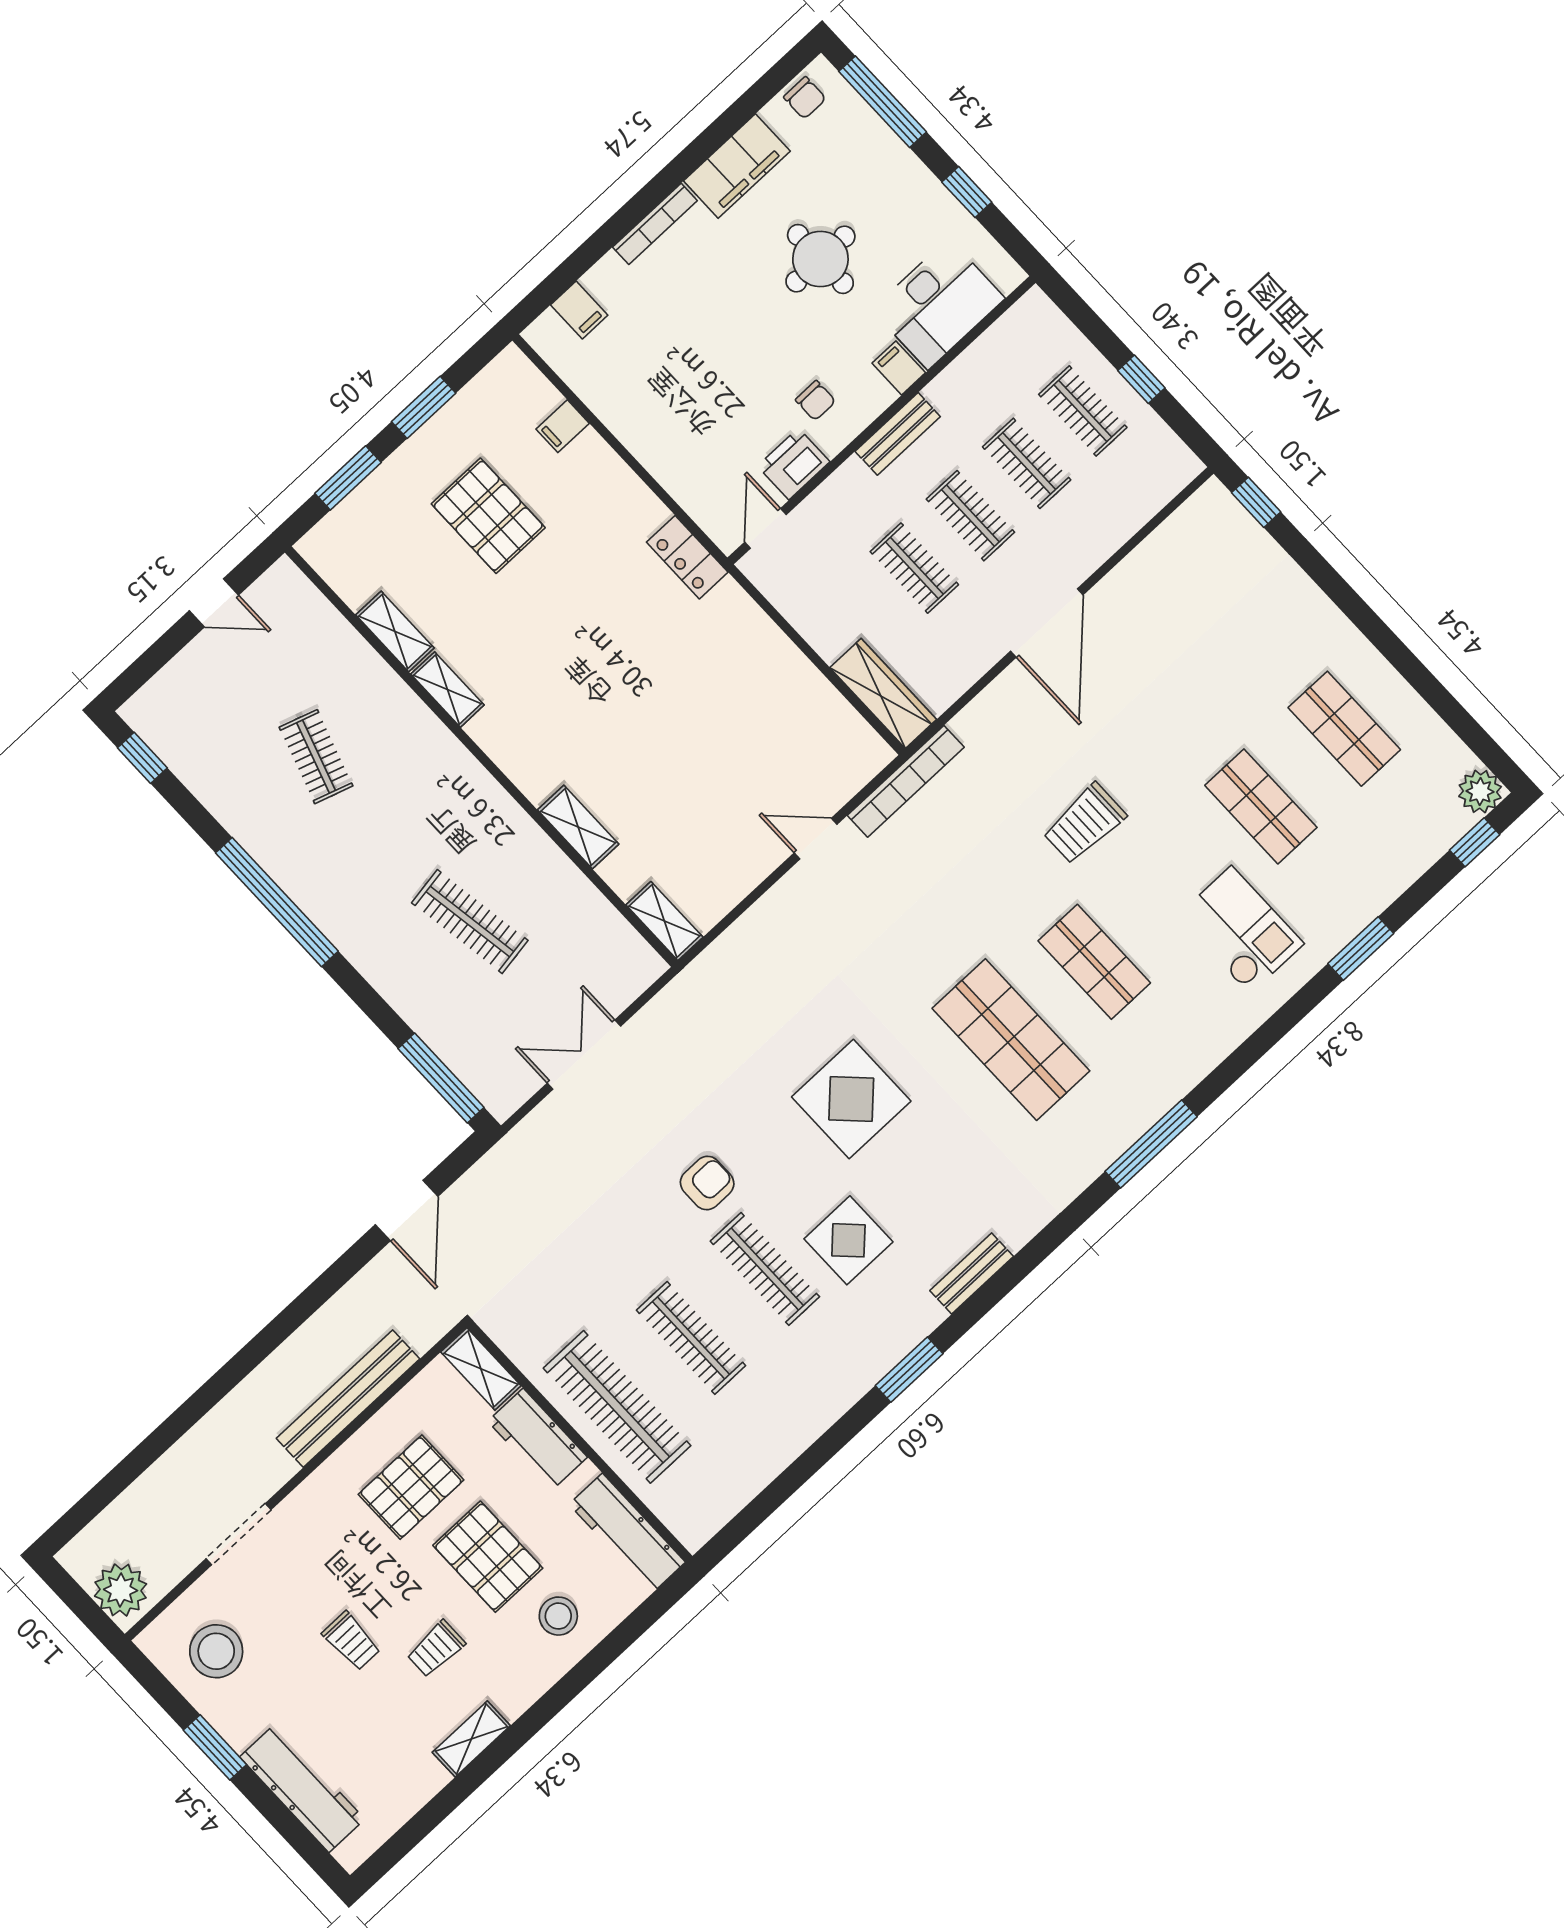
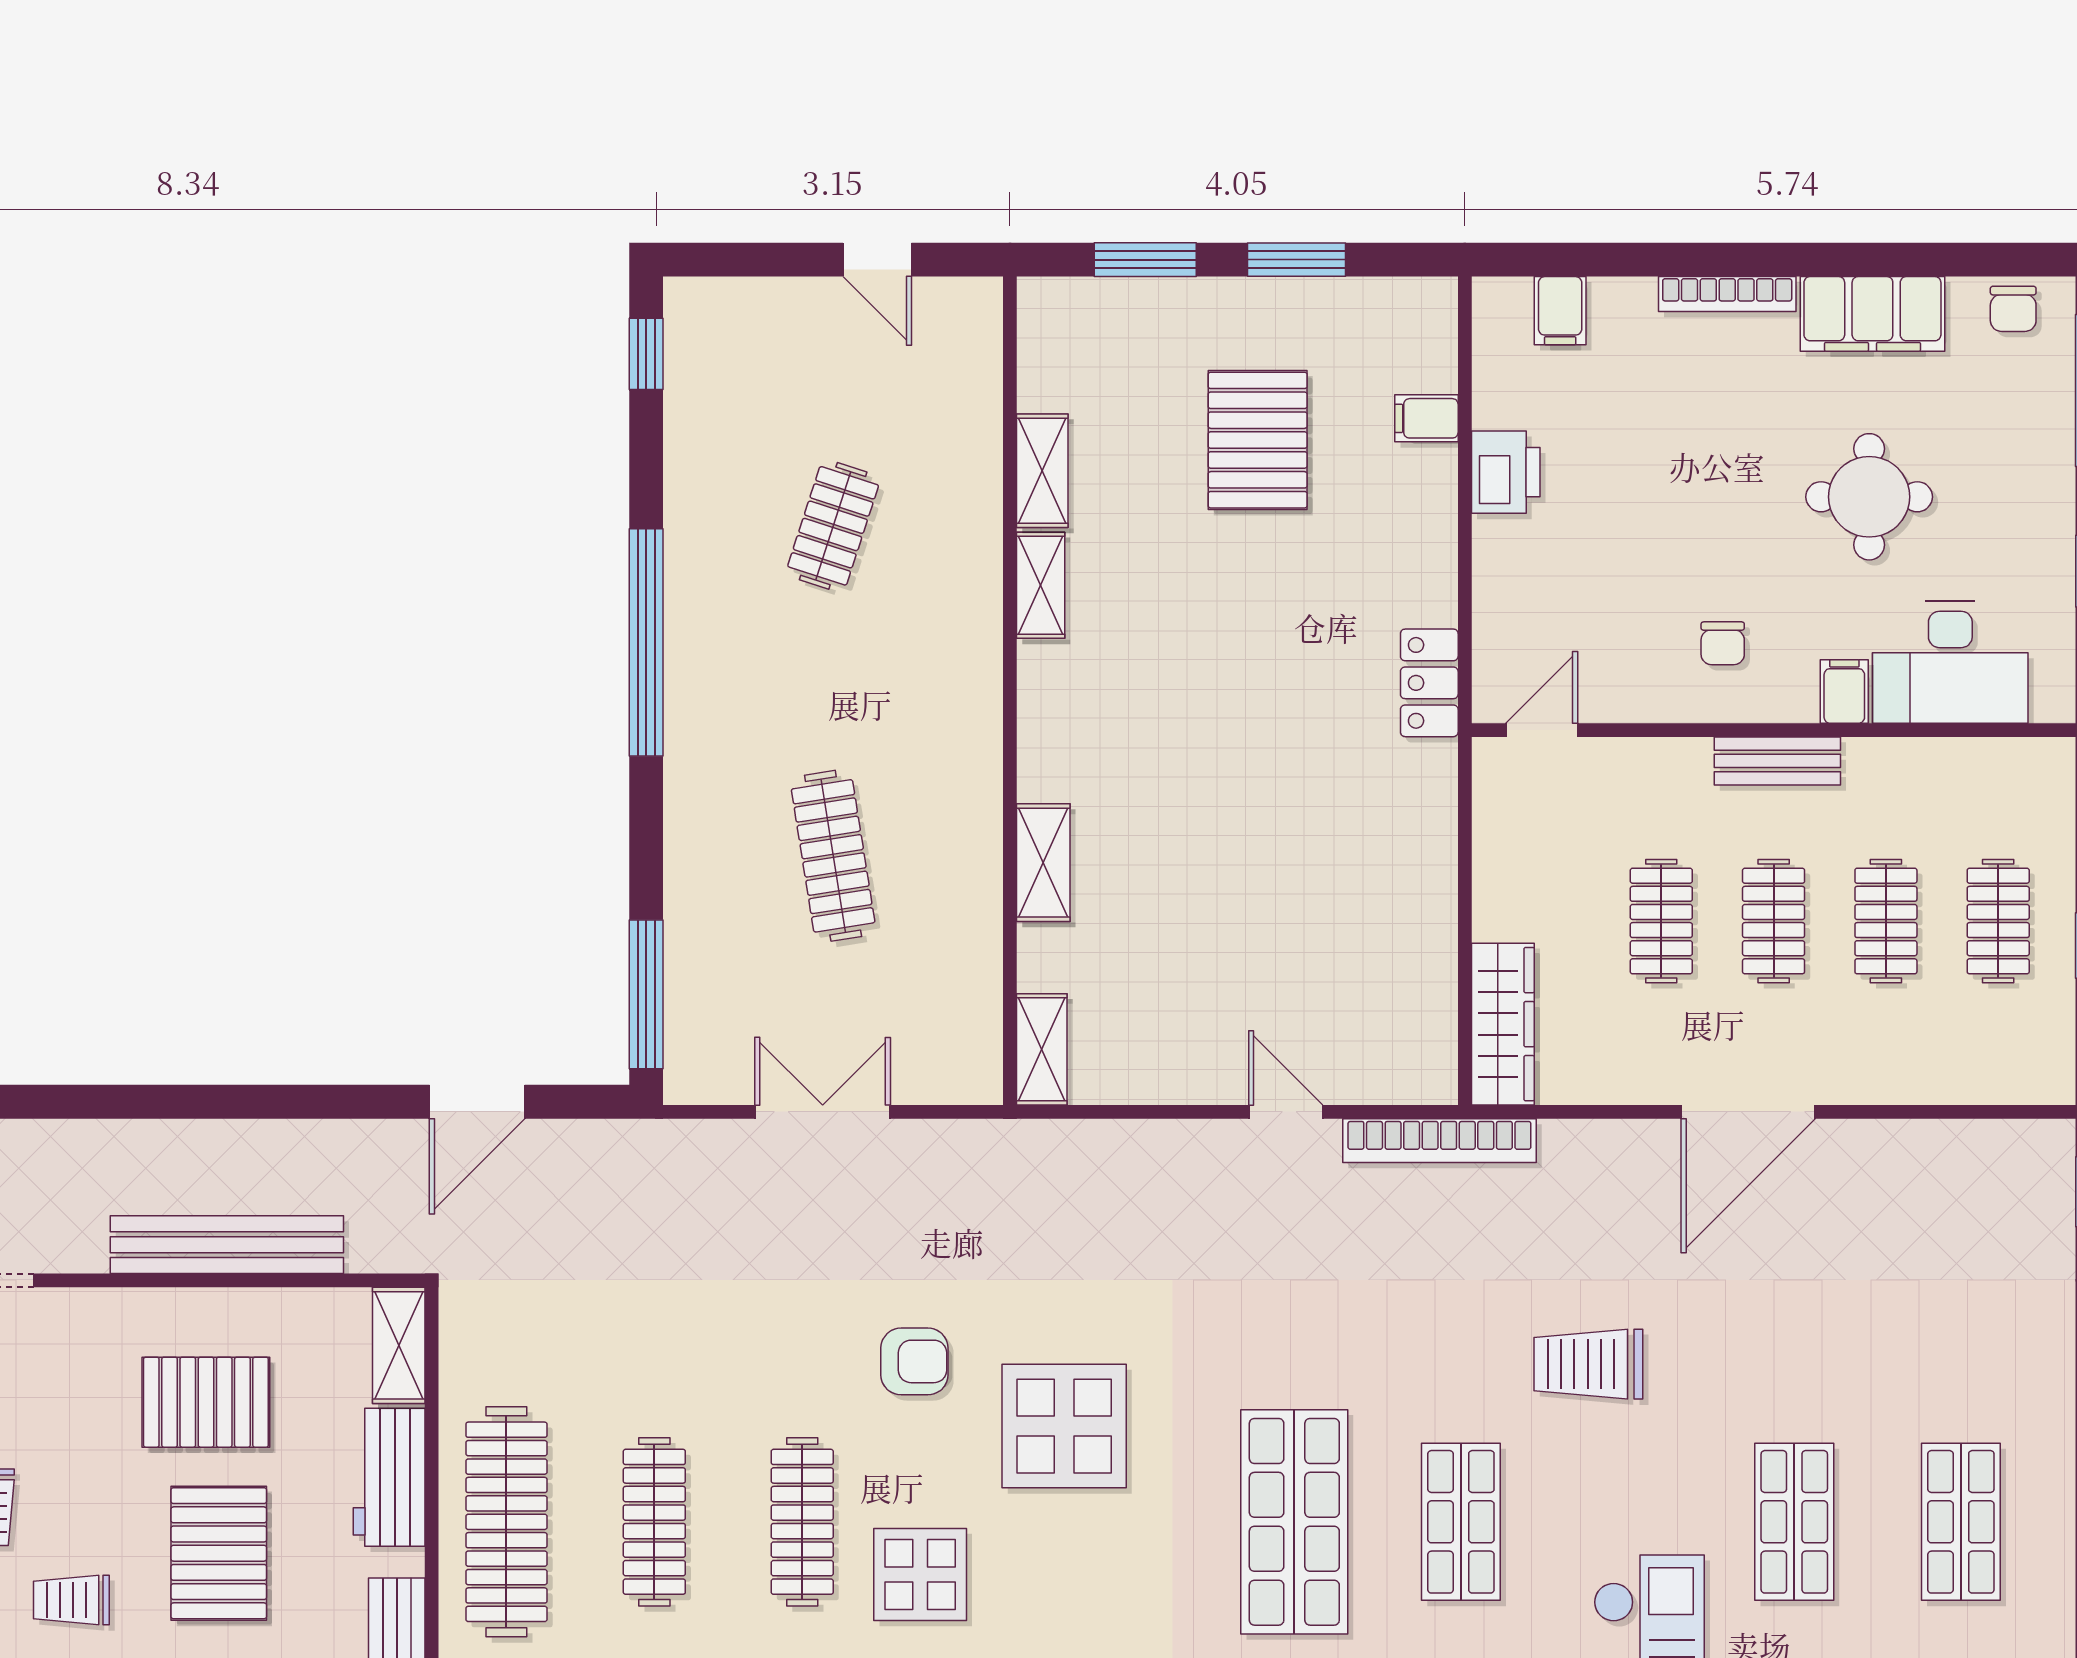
printer: (794, 464) -> (1506, 472), moved, turned 90
armchair: (707, 1183) -> (914, 1361), moved

